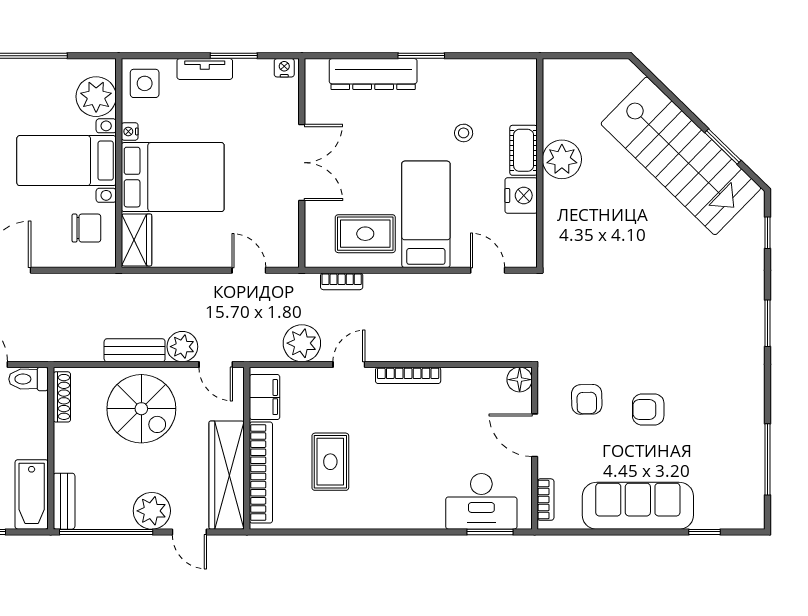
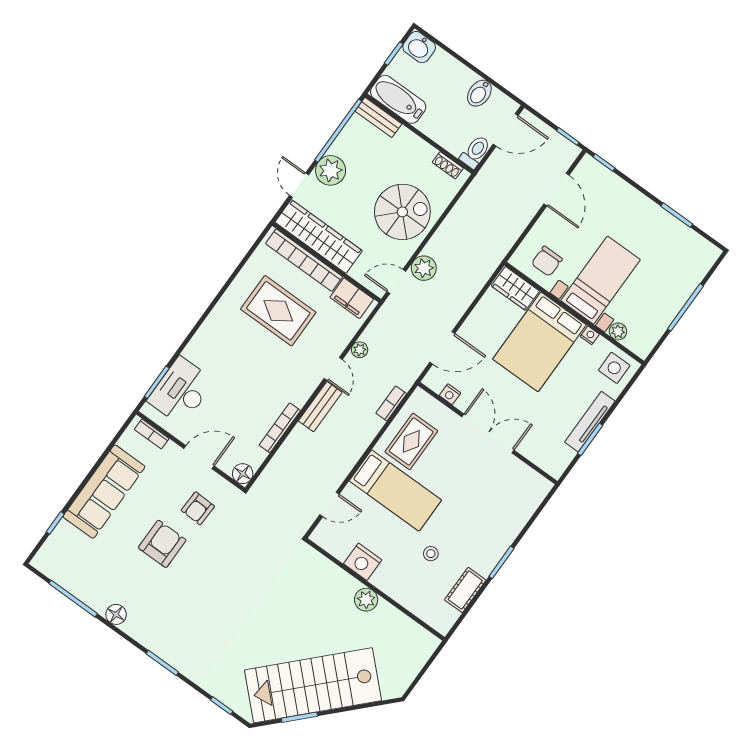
nightstand: (284, 68) -> (450, 394), moved, turned 90
tv unit: (205, 69) -> (590, 422), width x1.41
dresser: (373, 74) -> (512, 522), removed
plant: (96, 97) -> (618, 331), width x0.53, depth x0.53
cot: (524, 150) -> (465, 590), moved, turned 90
plant: (562, 159) -> (366, 600), width x0.73, depth x0.73
double door: (302, 163) -> (488, 434), swing flipped
door: (249, 270) -> (442, 348), width x1.38
plant: (302, 343) -> (360, 350), width x0.53, depth x0.53
bench: (135, 350) -> (320, 407), moved
bookcase: (408, 375) -> (280, 428), moved
shoe rack: (62, 397) -> (448, 165), width x0.70
armchair: (587, 399) -> (198, 508), turned -87
floor lamp: (752, 405) -> (116, 614), added
spiral stairs: (141, 409) -> (402, 212), turned 180
armchair: (648, 409) -> (162, 544), width x1.38, depth x1.38
rug: (330, 462) -> (278, 311), width x1.36, depth x1.43
door: (189, 532) -> (299, 185), hinge flipped

